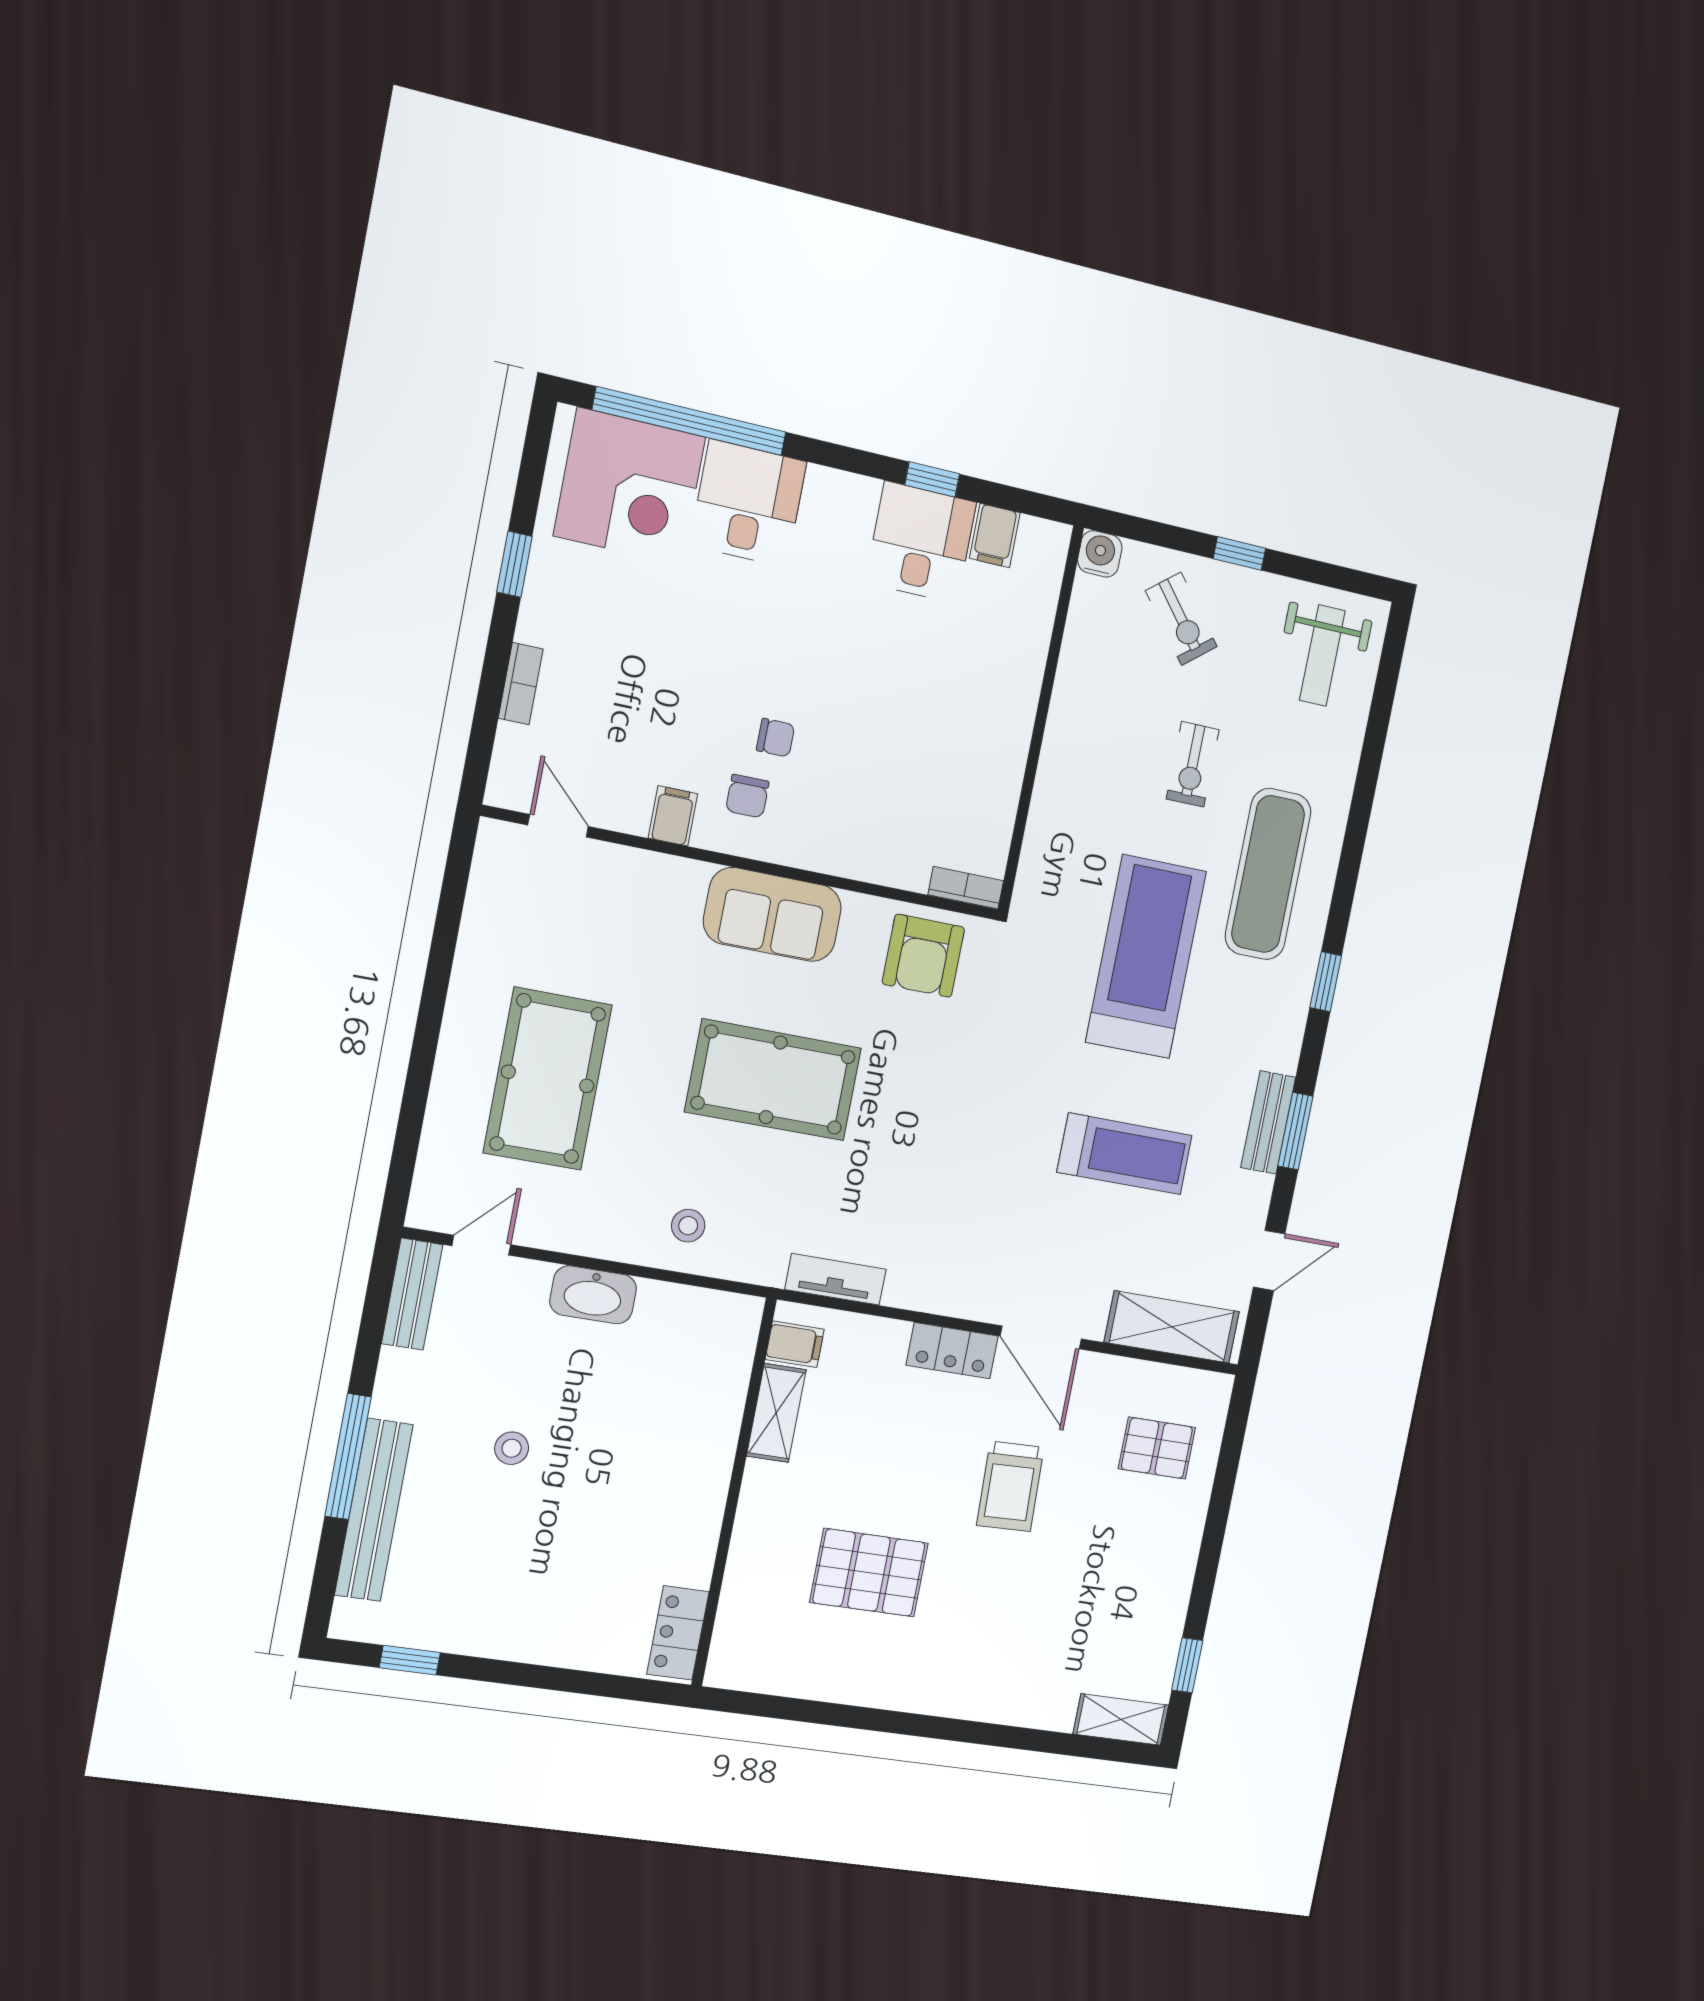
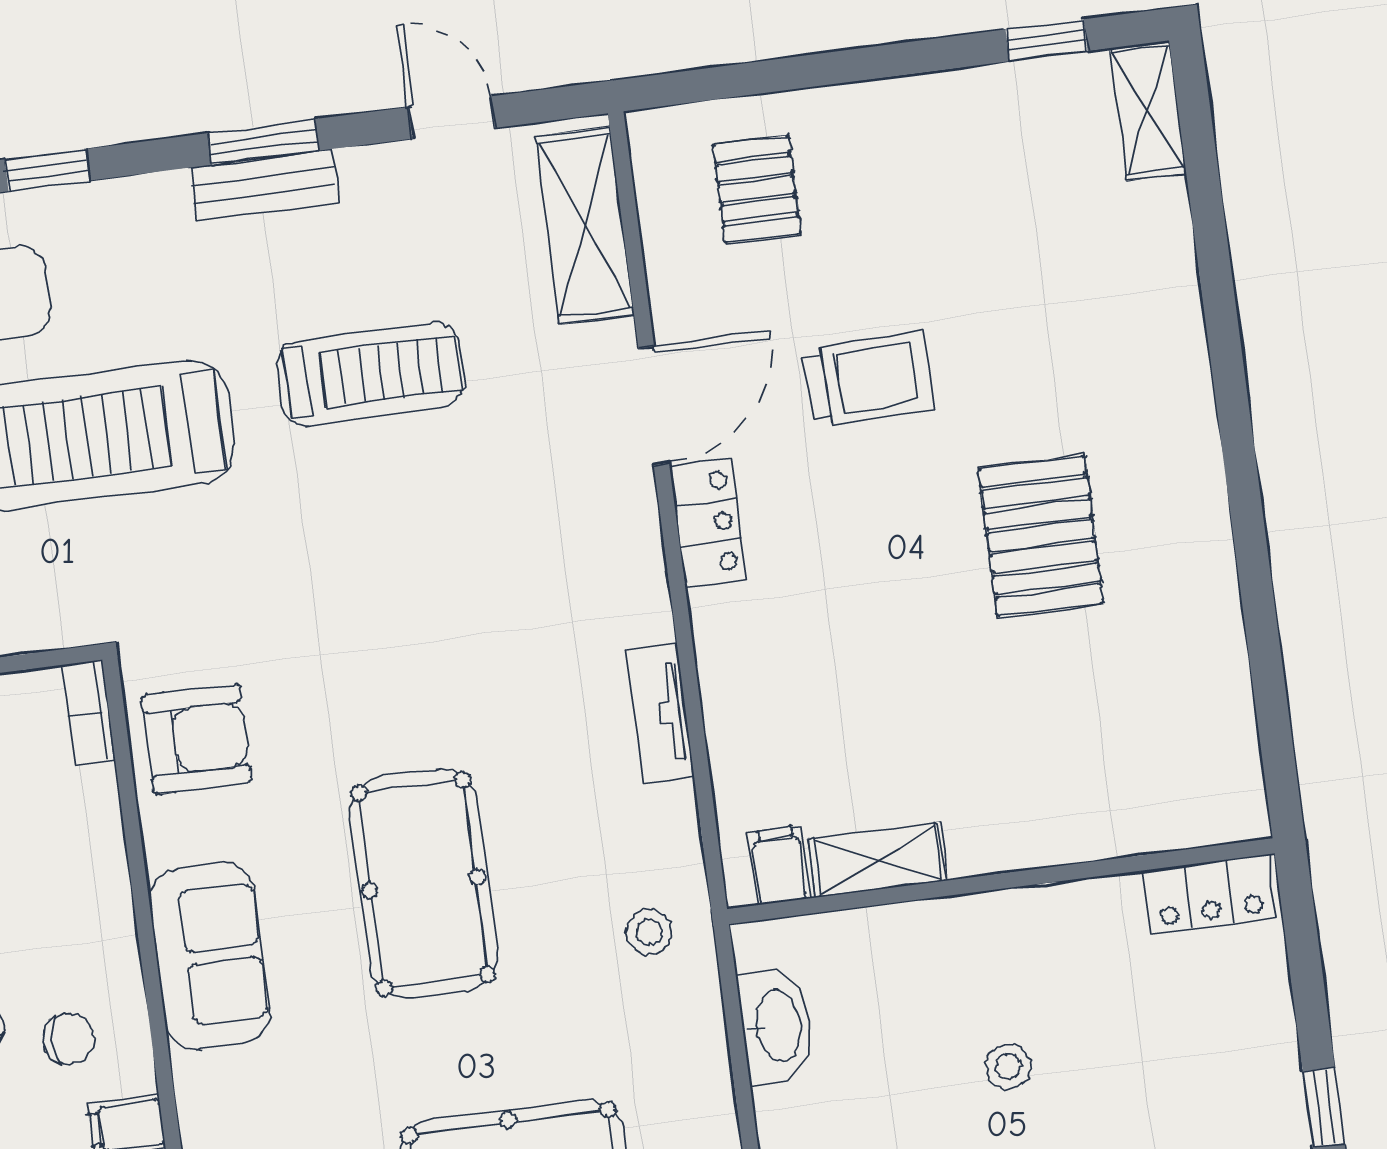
treadmill: (1125, 1154) -> (370, 374), turned 90
filing cabinet: (795, 1344) -> (779, 865), moved
shelving: (776, 1413) -> (878, 860), moved
wall: (734, 1493) -> (1001, 881), moved
locker: (678, 1633) -> (1209, 894), moved

